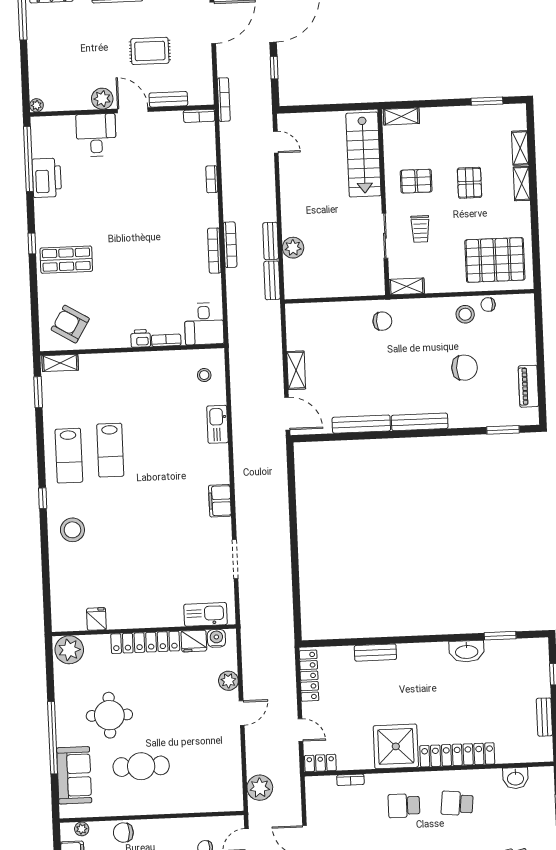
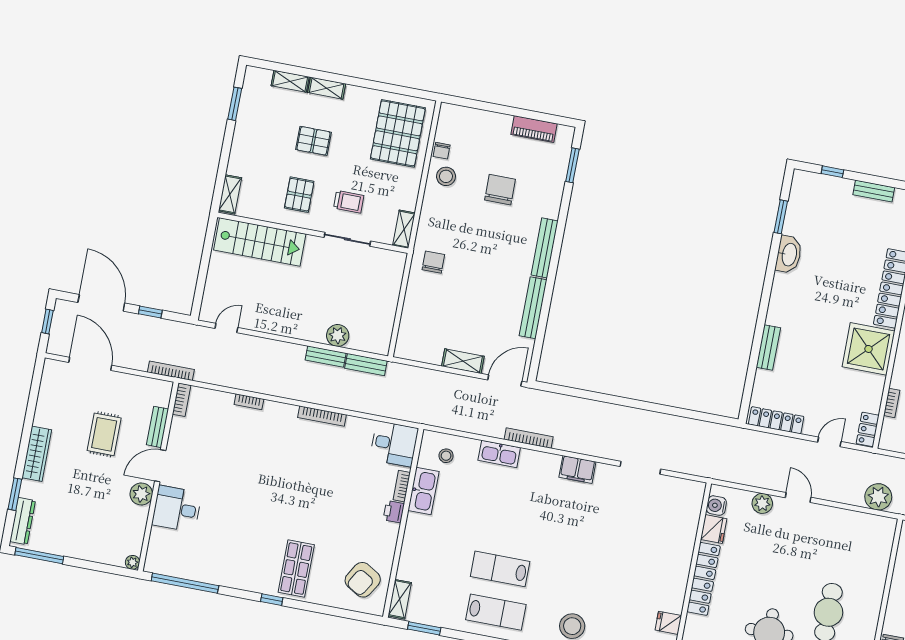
printer: (47, 178) -> (209, 569), removed
bookcase: (230, 245) -> (529, 438), moved
lab bench: (110, 450) -> (500, 569), turned 180
kitchen sink: (206, 614) -> (423, 491), moved, turned 180

